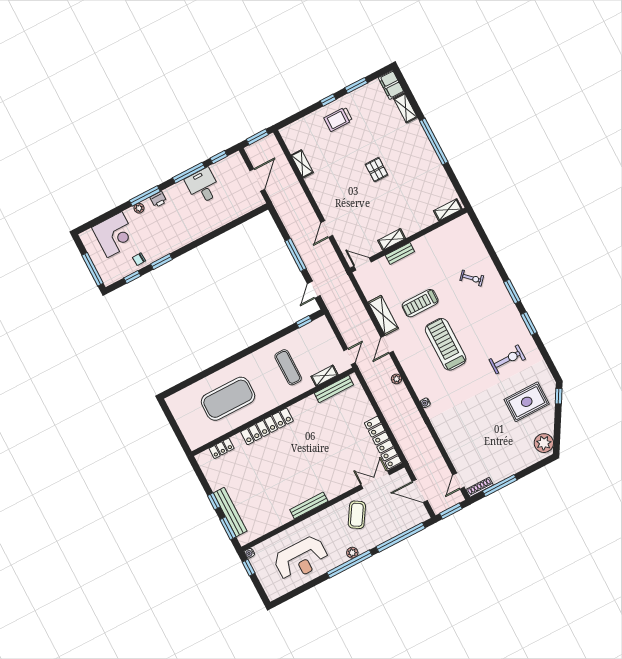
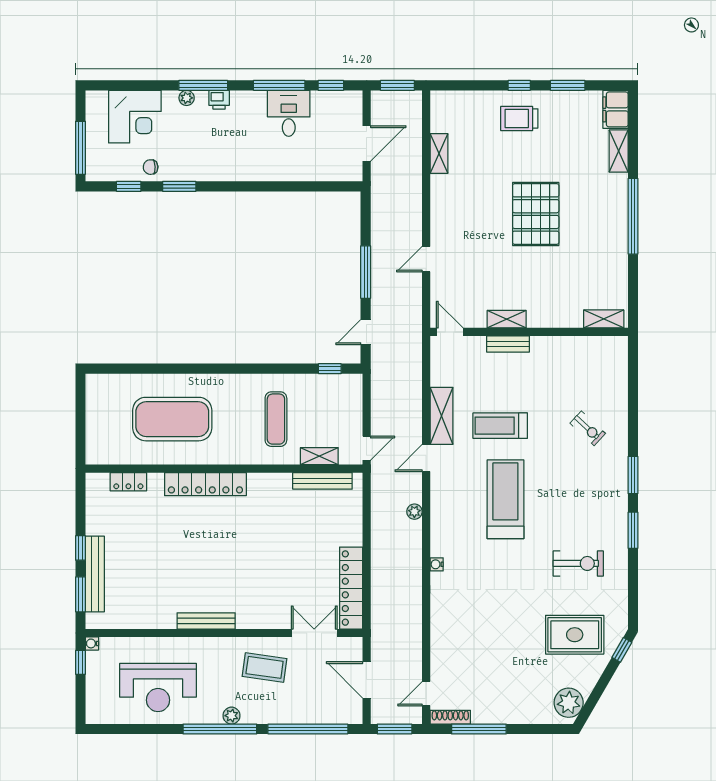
pallet: (377, 170) -> (536, 214), width x2.05, depth x2.00
coffee table: (357, 515) -> (265, 667), turned 66

